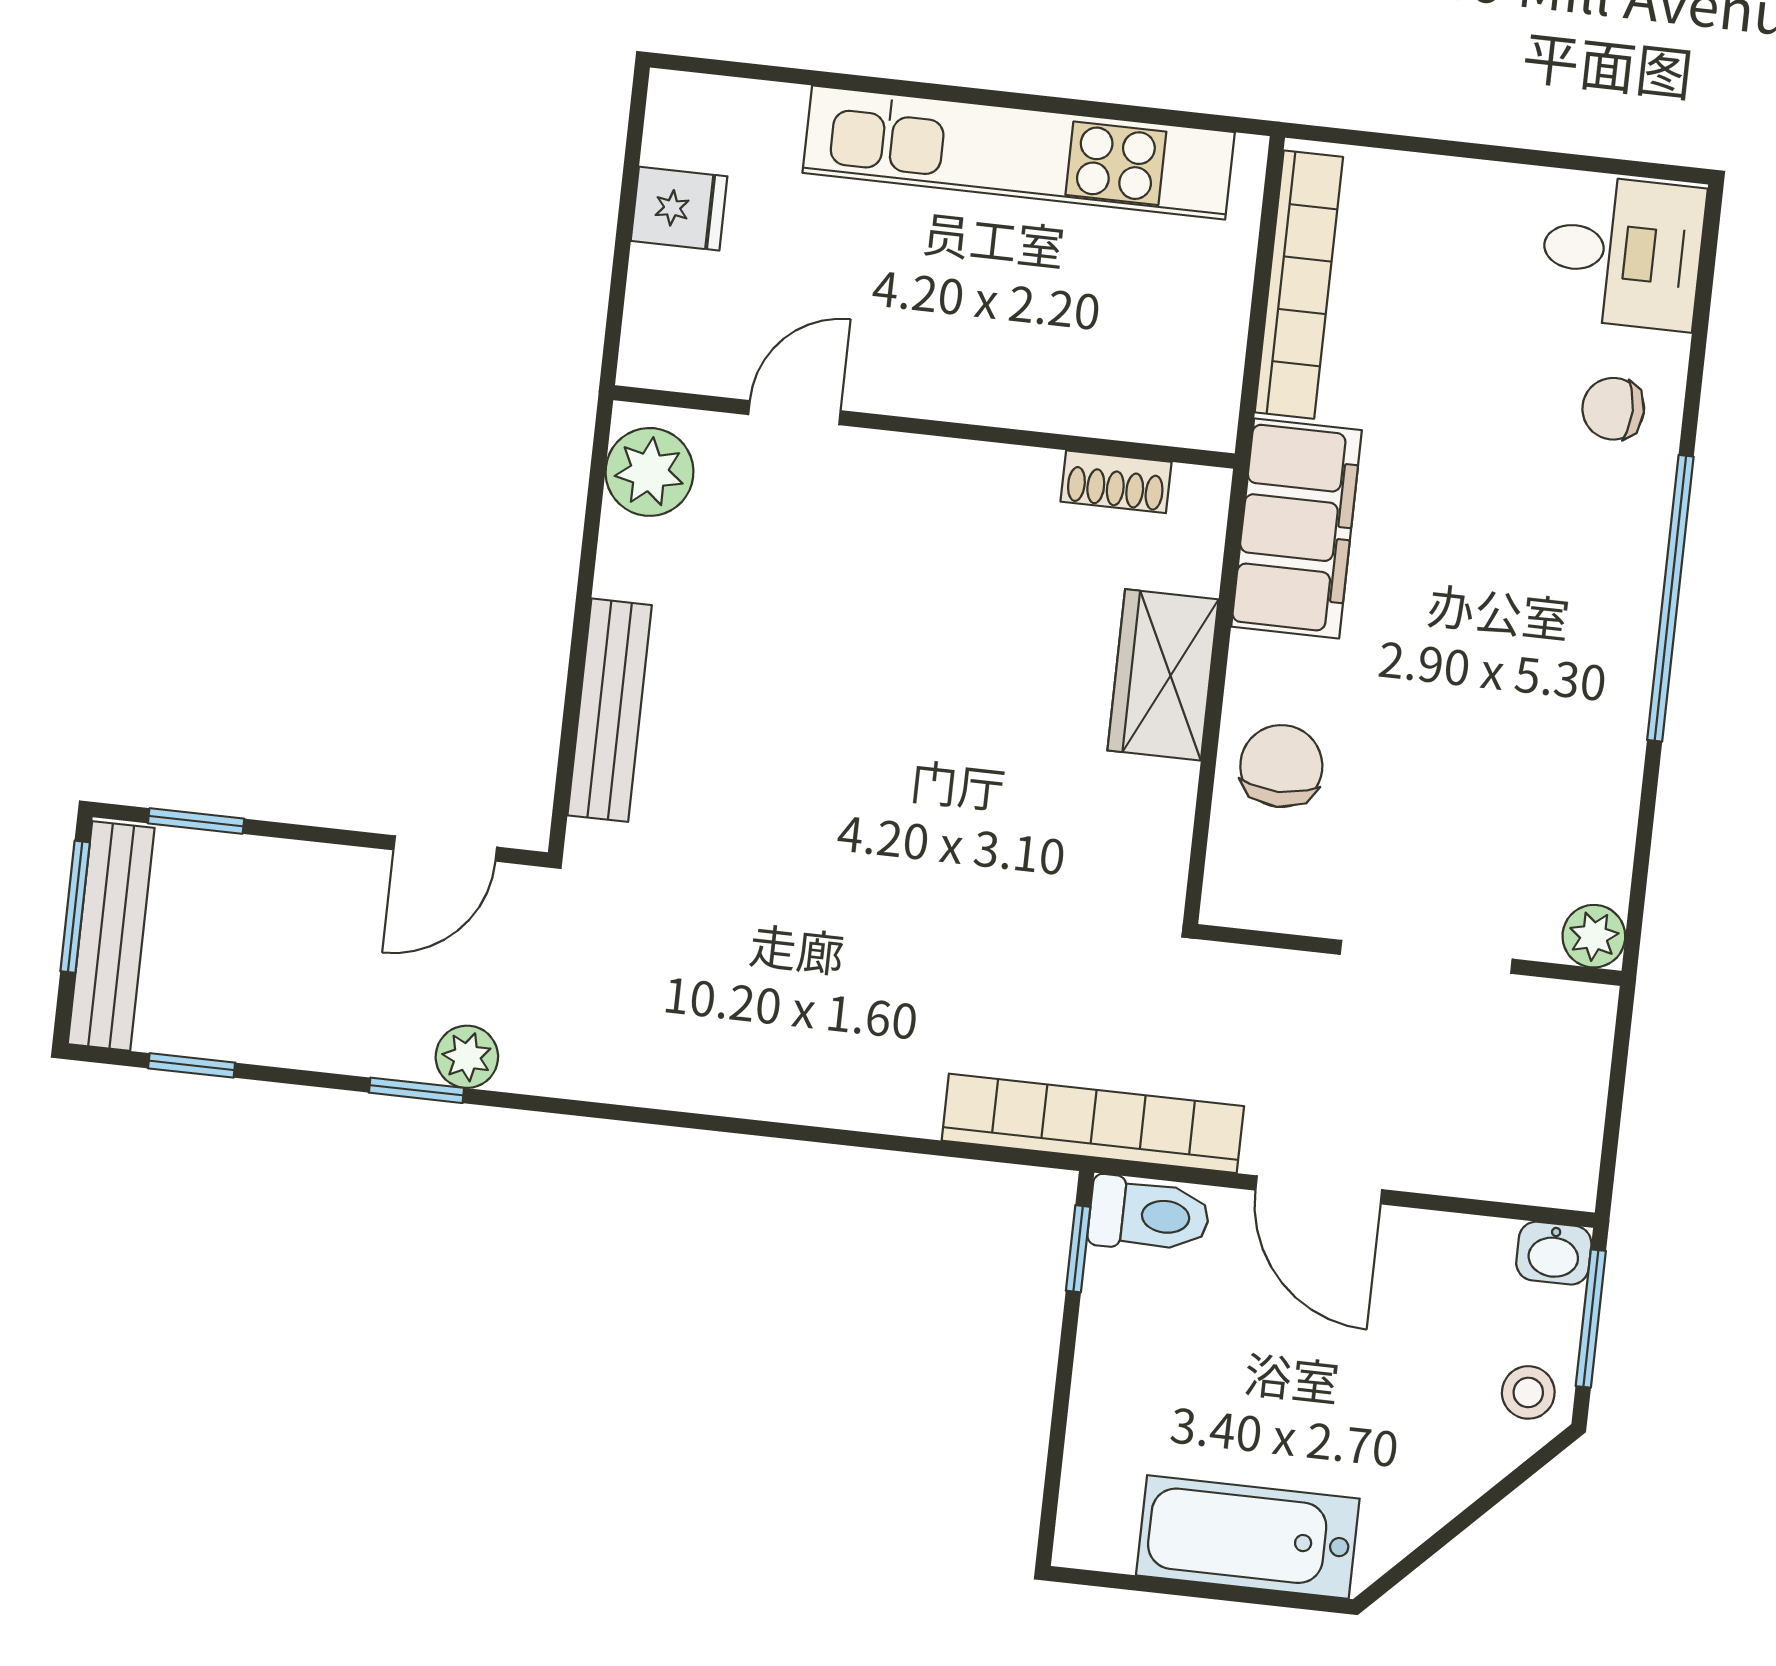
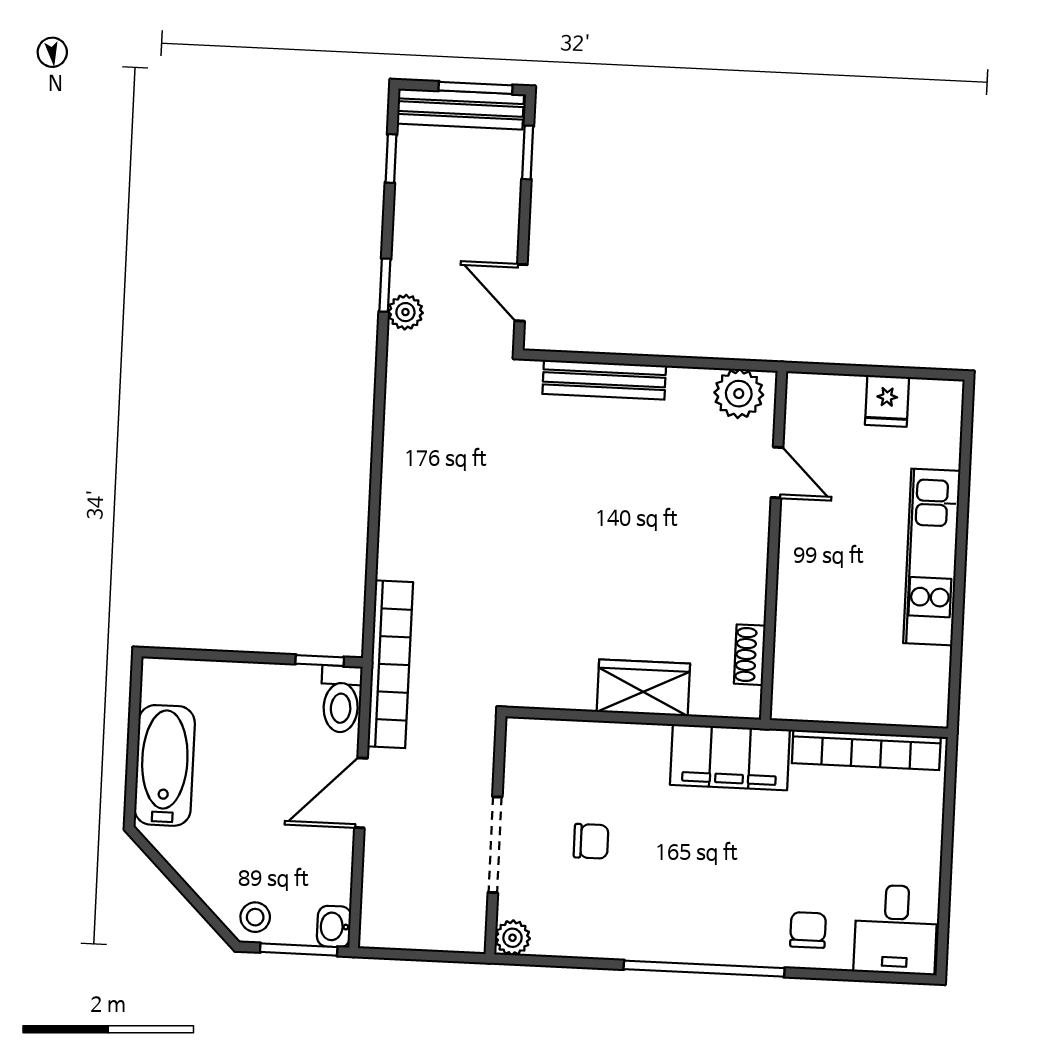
kitchen unit: (1019, 153) -> (932, 557), width x0.73
chair: (1281, 766) -> (591, 841), moved, width x0.73, depth x0.73

